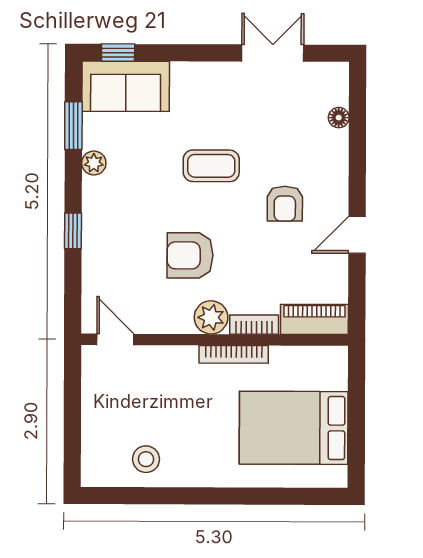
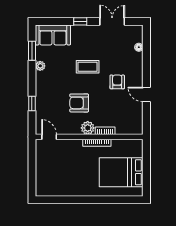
window: (118, 53) -> (80, 21), moved
armchair: (285, 204) -> (117, 82), turned 180
window: (73, 231) -> (32, 103), moved
door: (357, 235) -> (146, 94), hinge flipped
piano: (314, 319) -> (129, 129), removed
stool: (146, 459) -> (62, 185), removed

